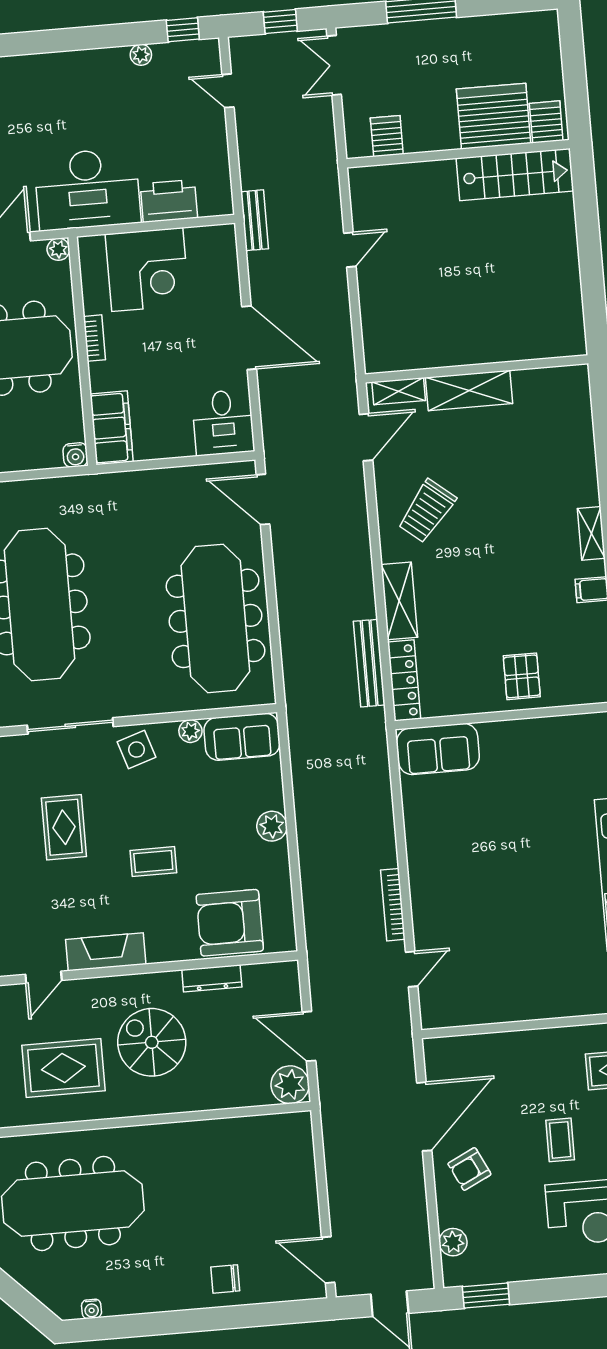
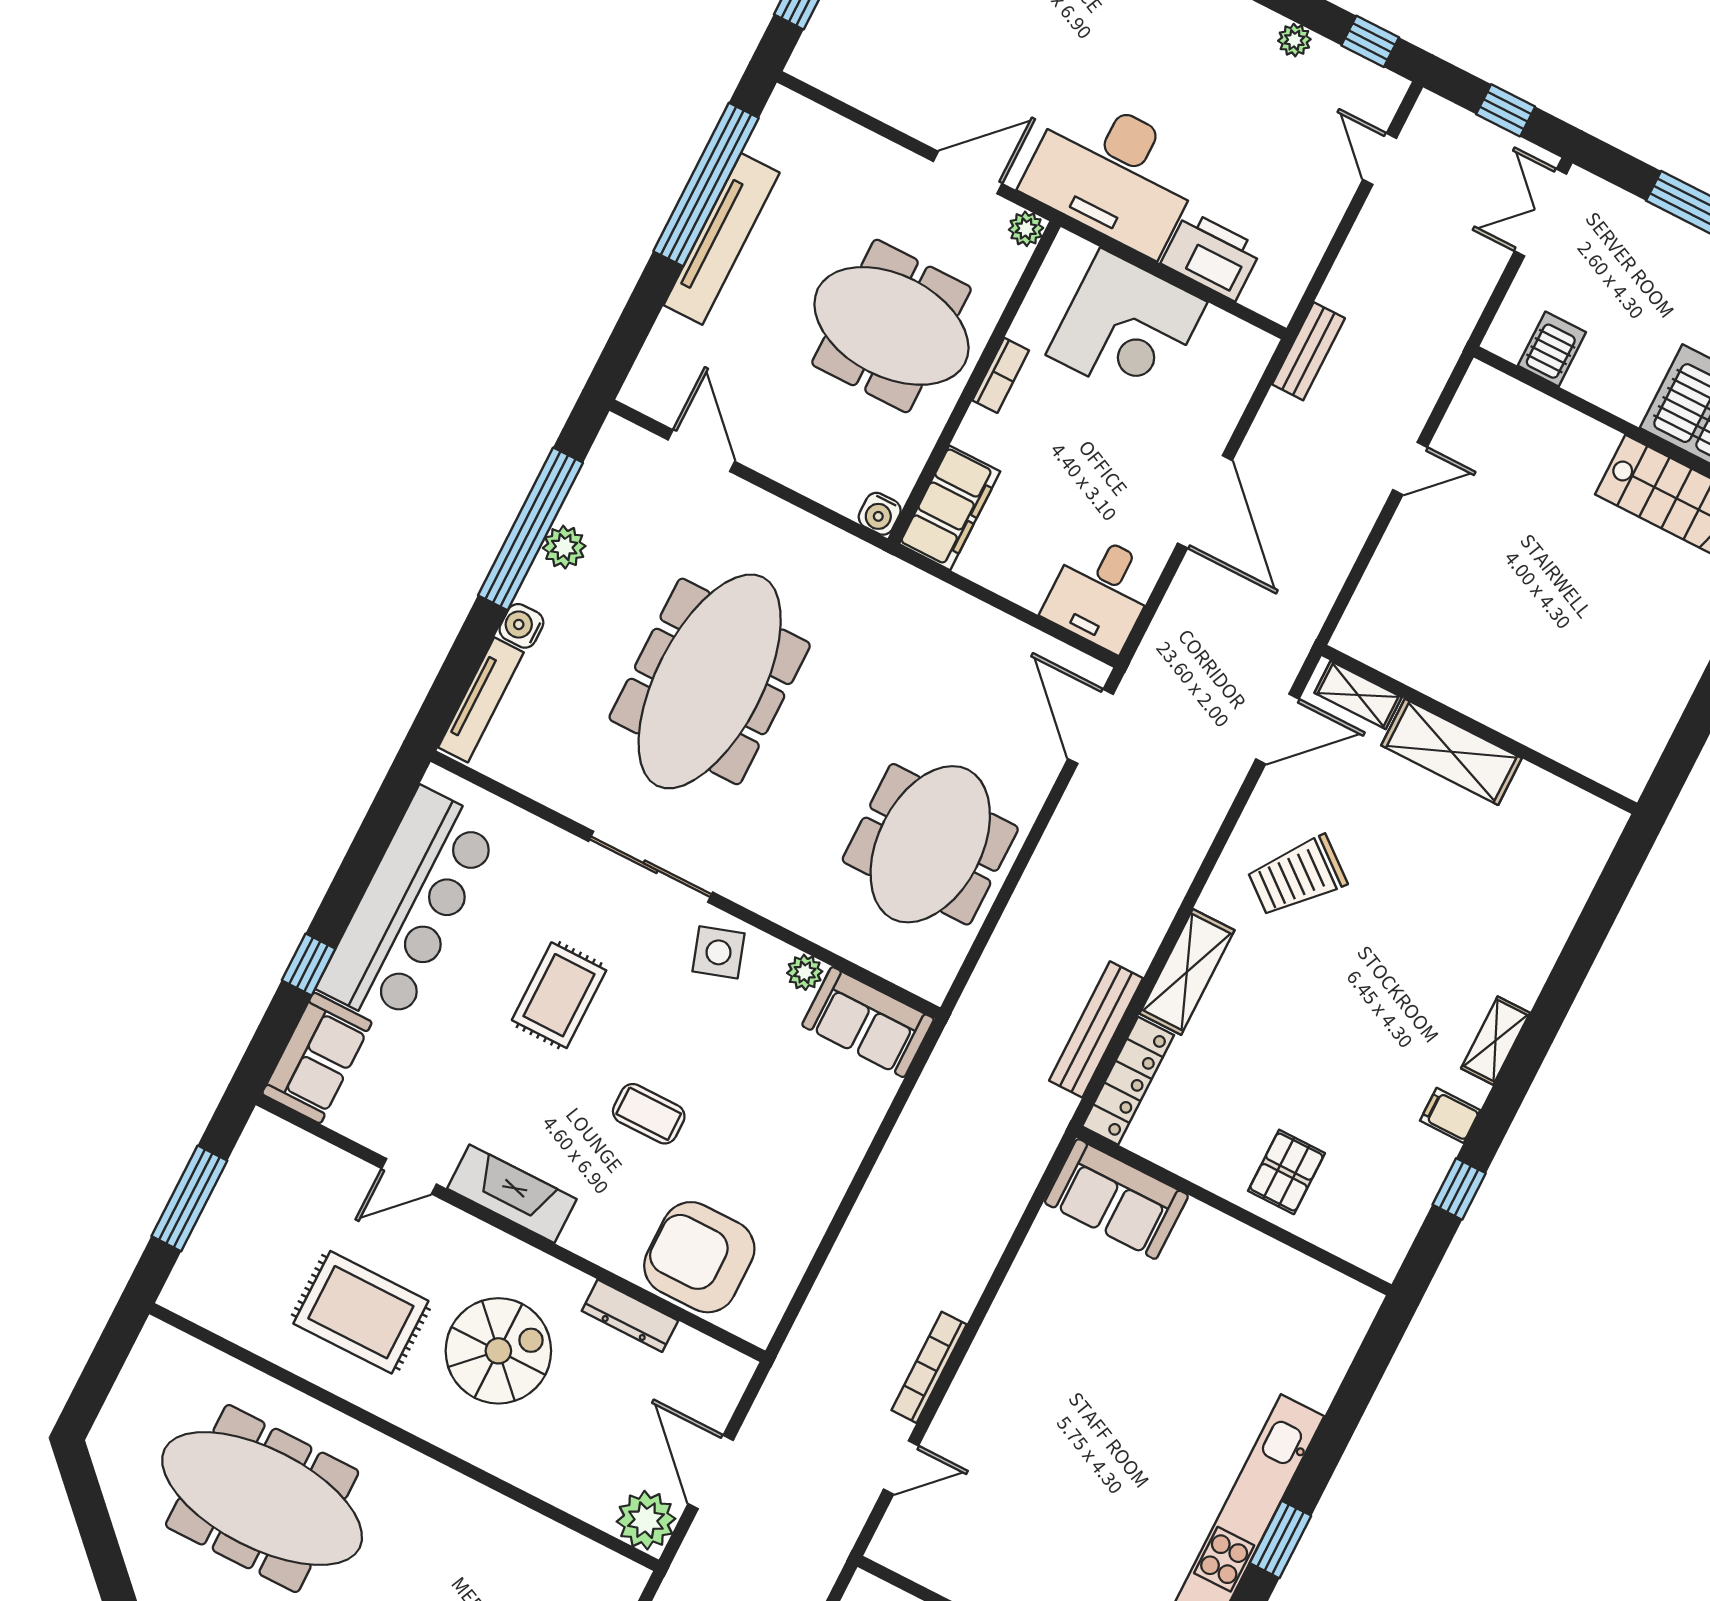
meeting table: (215, 618) -> (930, 844), width x0.73
plant: (272, 826) -> (834, 1164), removed
spiral stairs: (152, 1042) -> (498, 1351), turned 90

